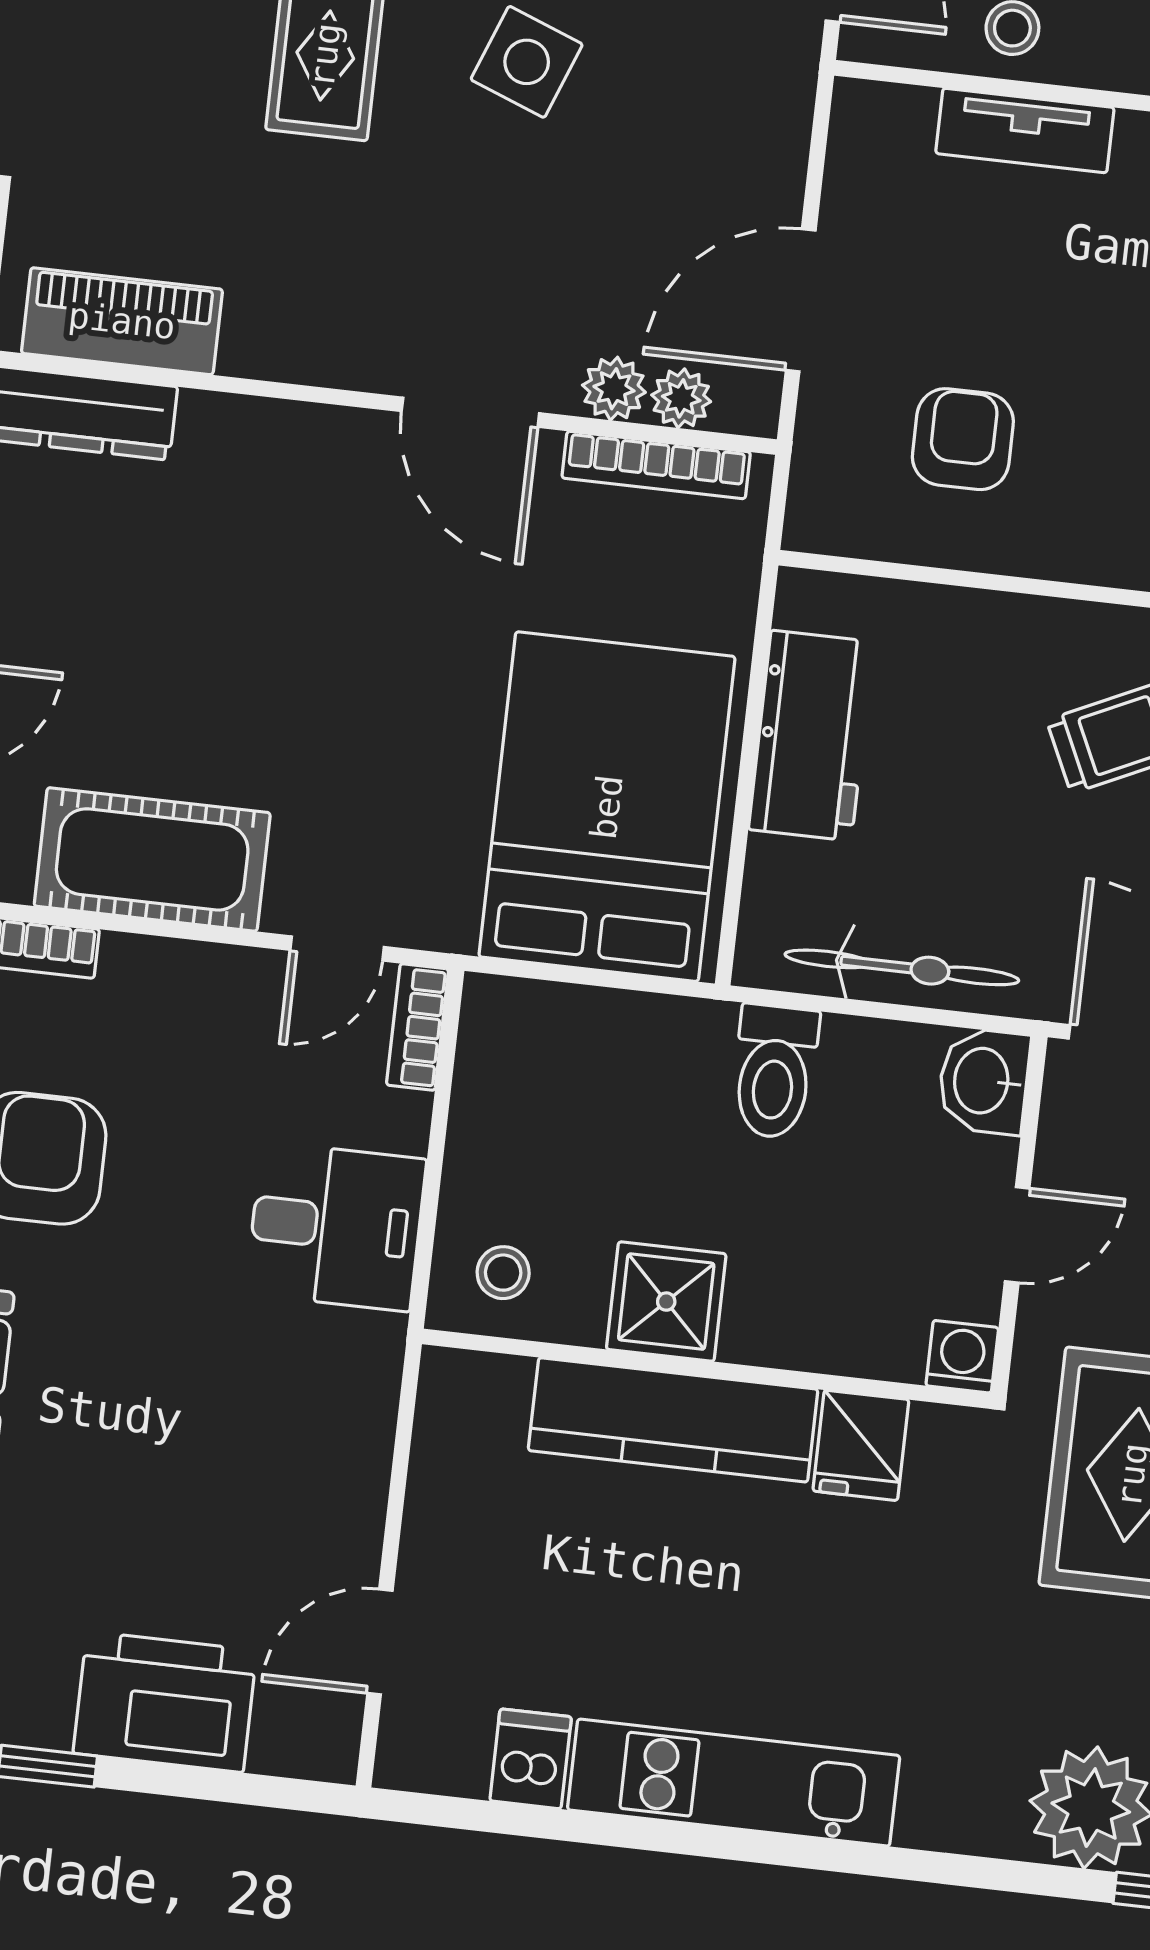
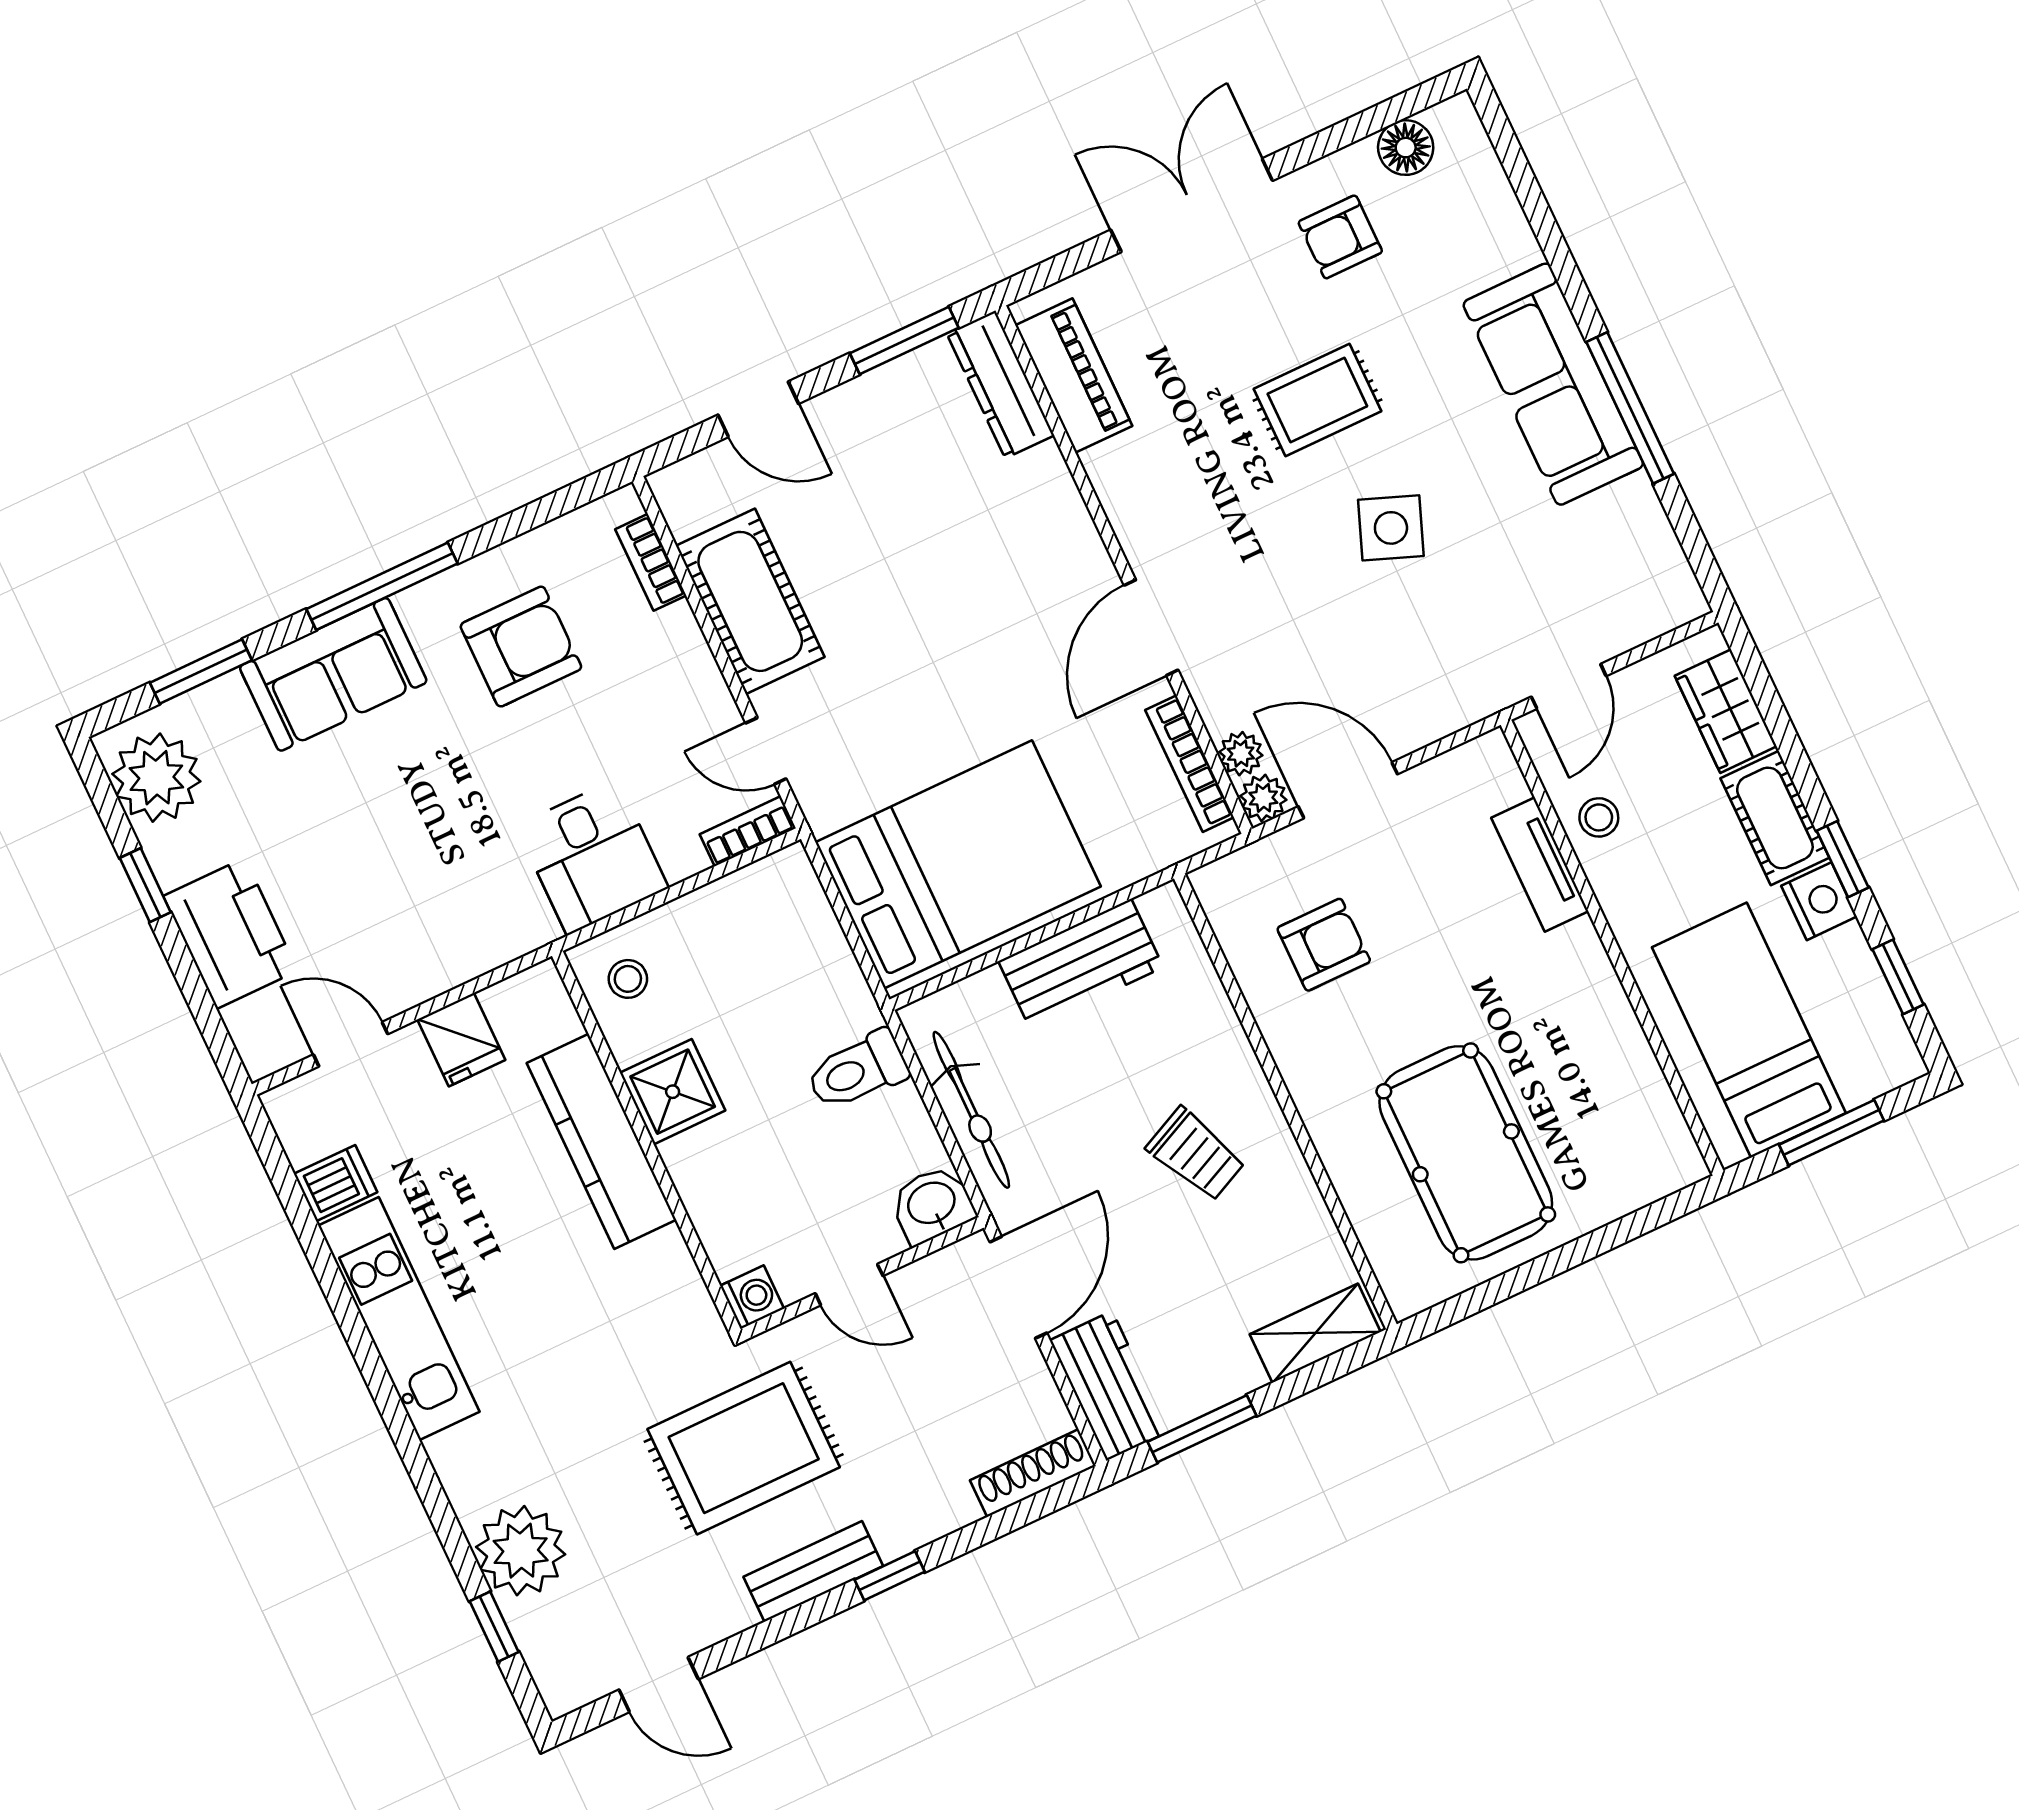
plant: (614, 389) -> (1263, 798), moved
fridge: (861, 1445) -> (461, 1040), moved, turned -90

